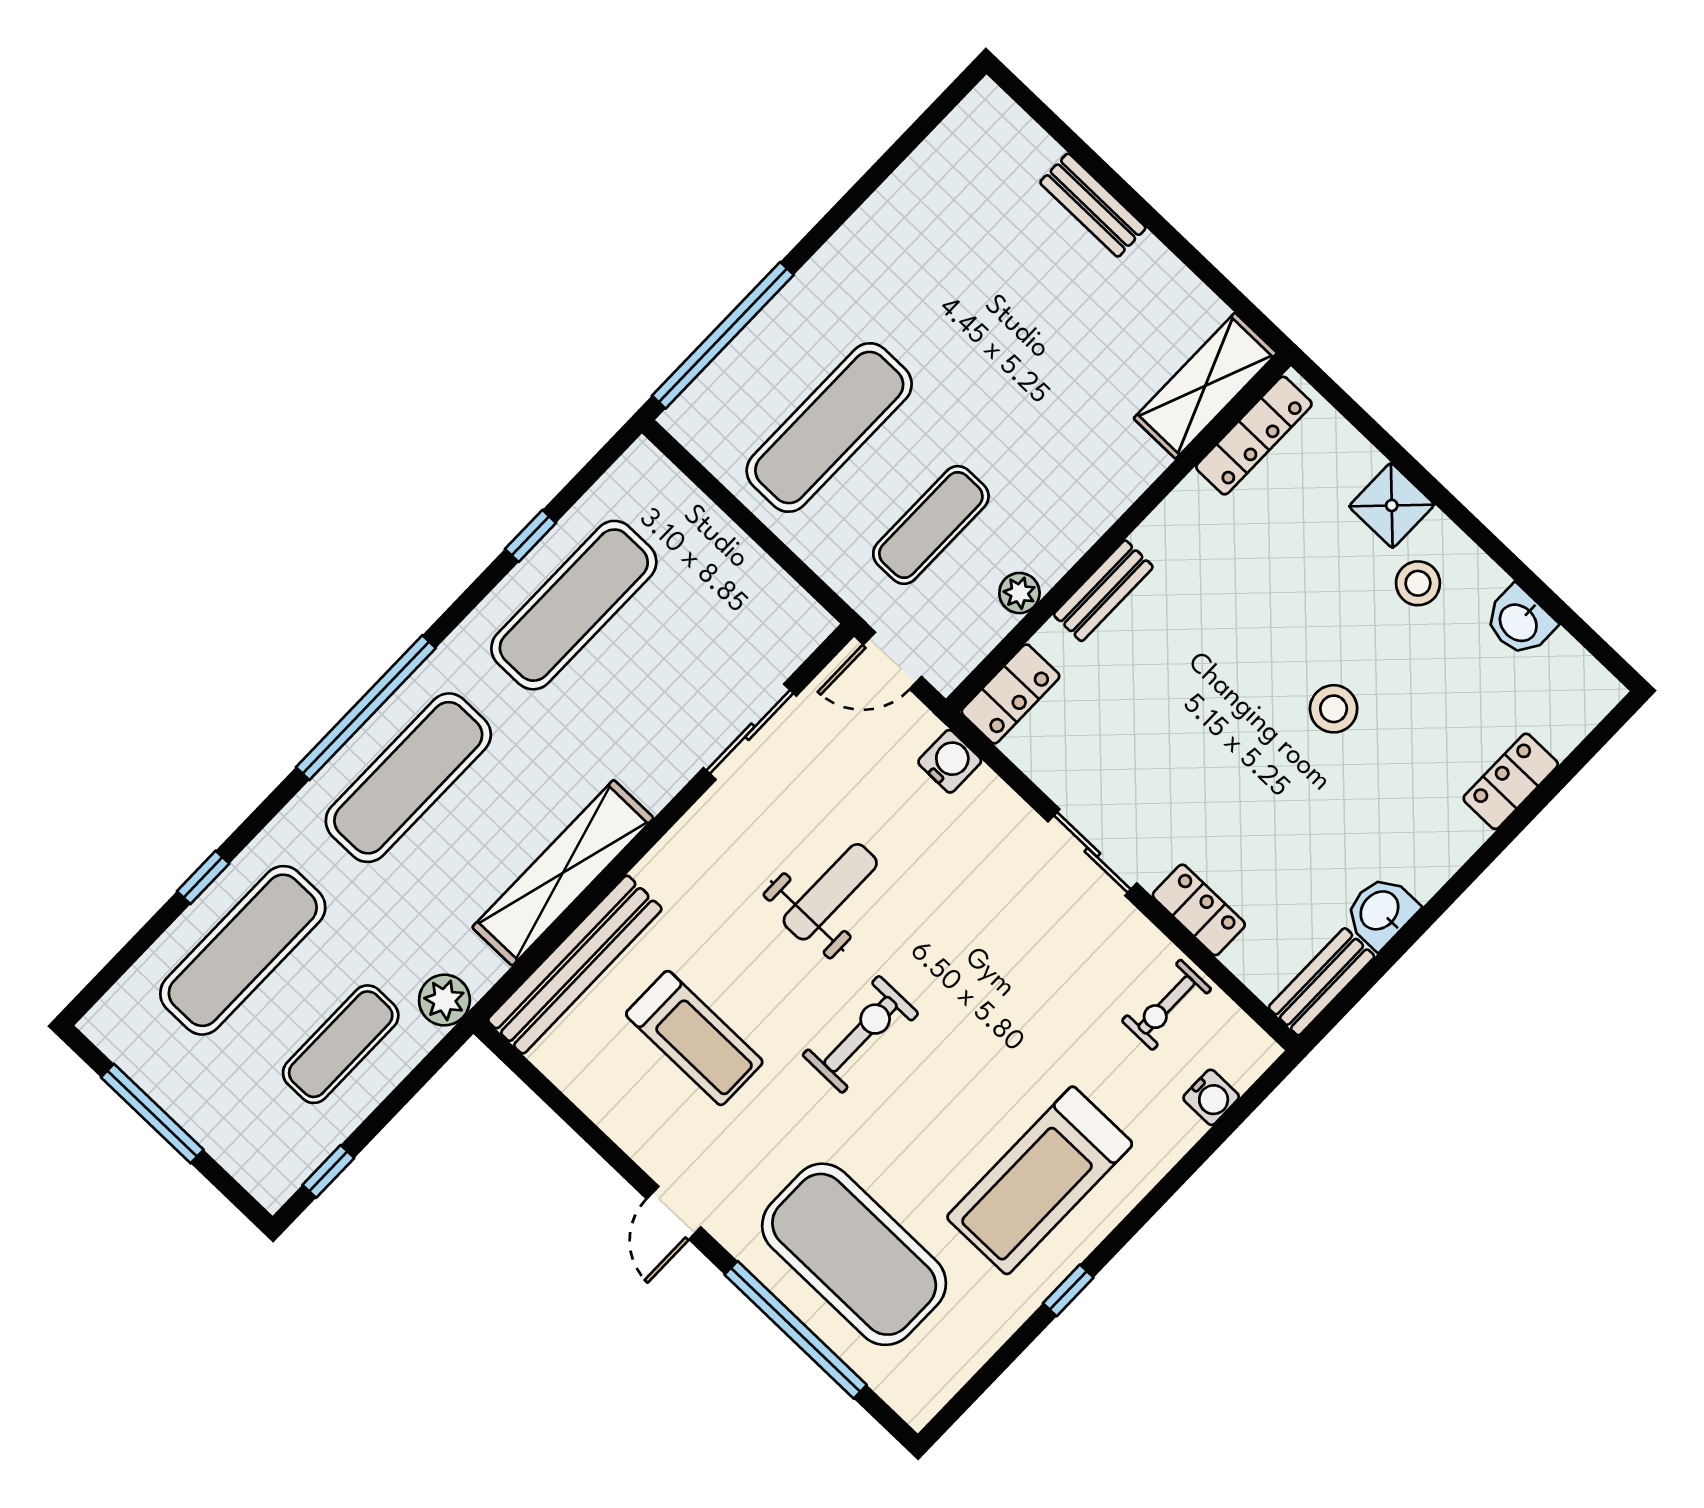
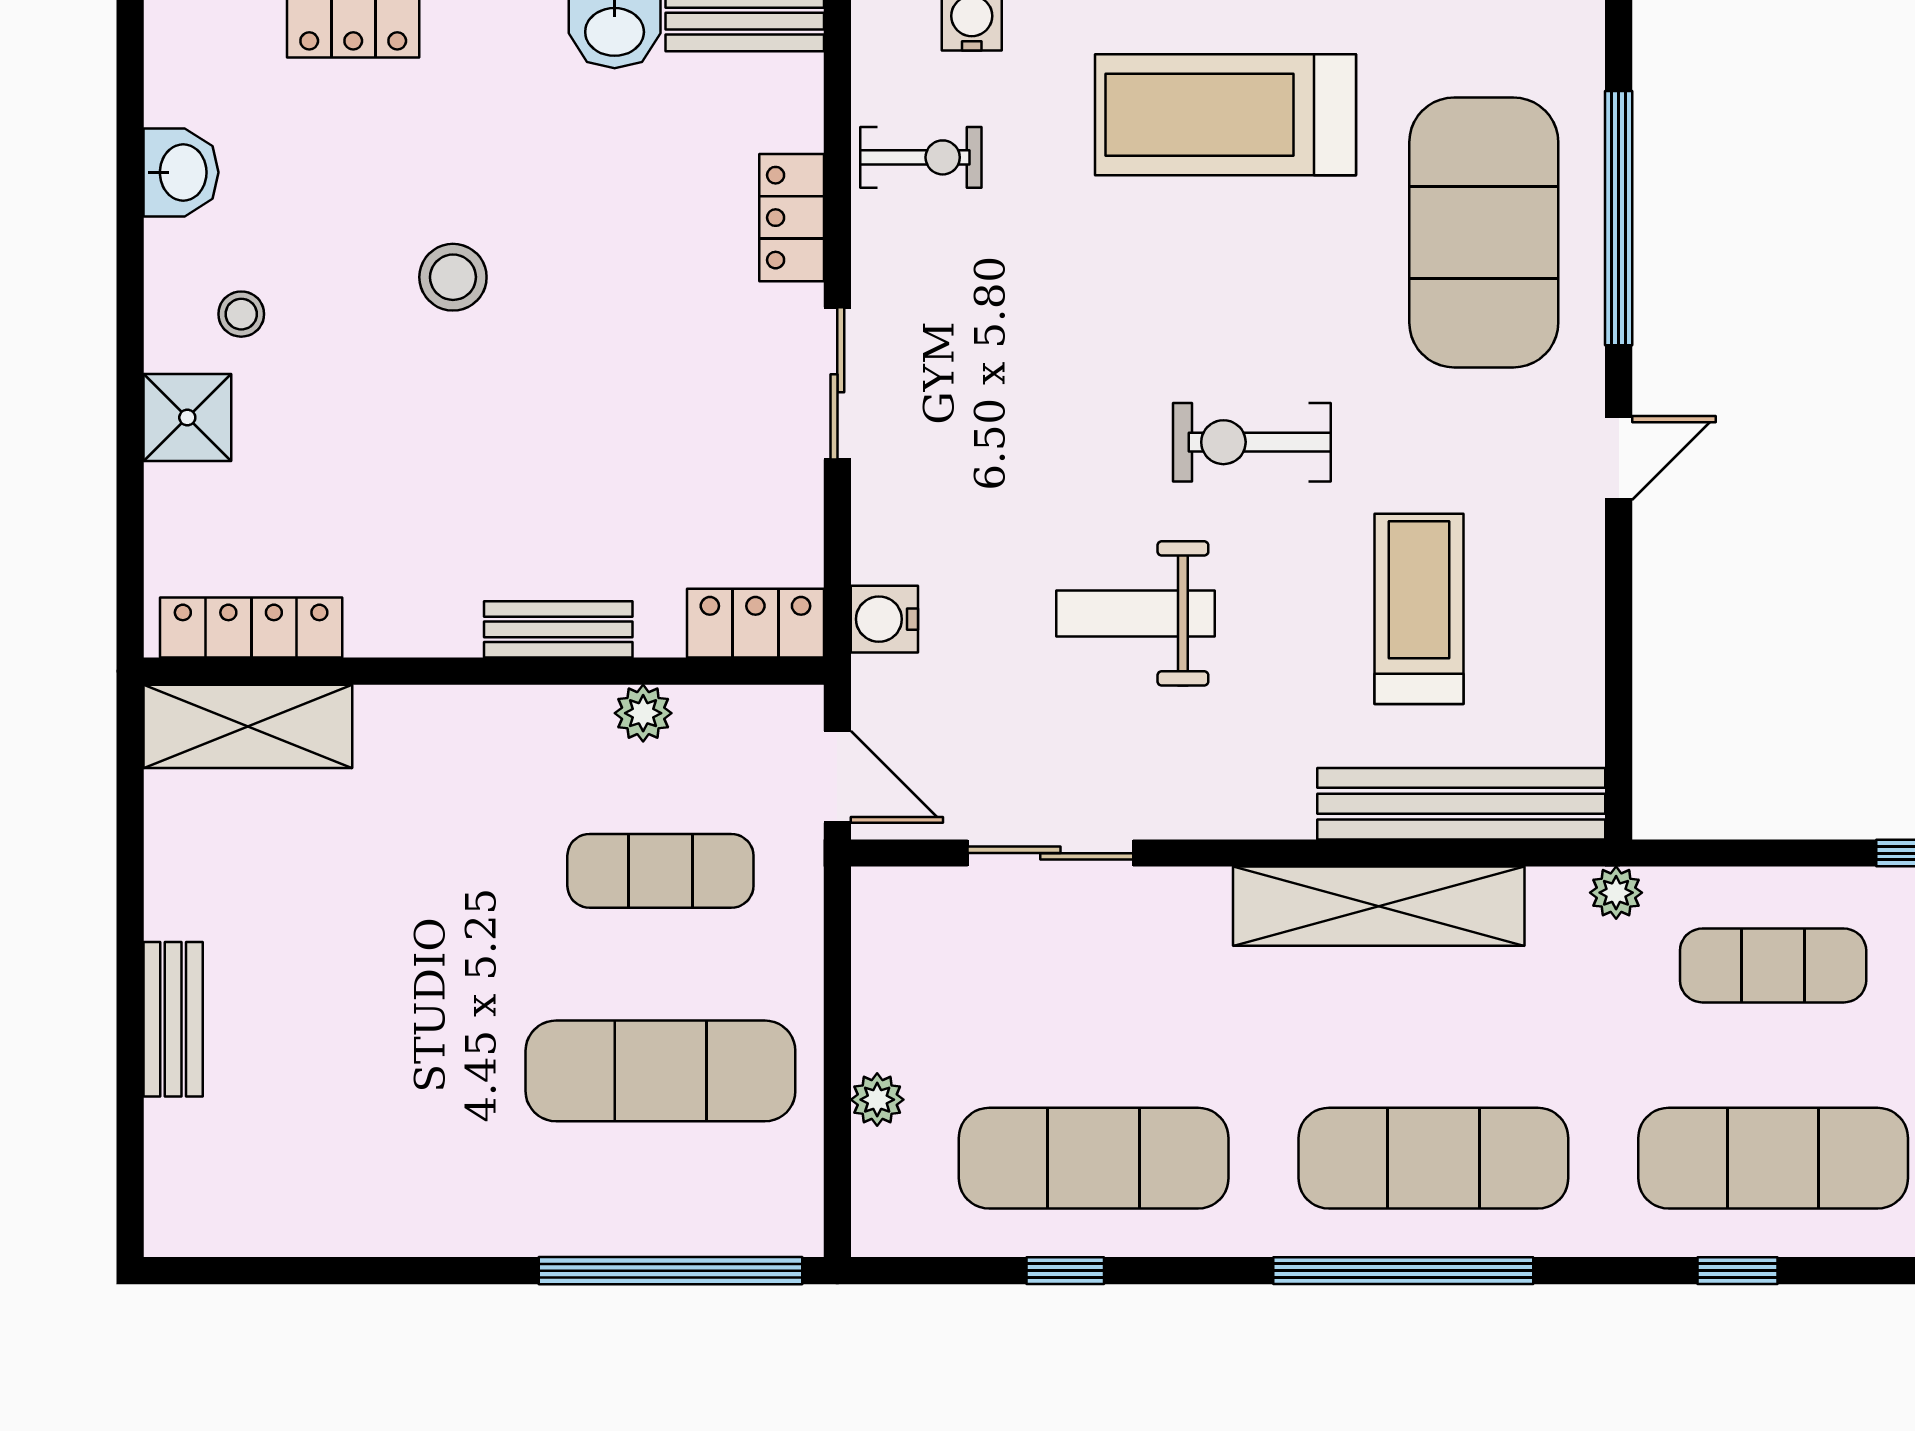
plant: (709, 524) -> (877, 1100), added
stool: (1418, 583) -> (241, 314), width x0.73, depth x0.73
plant: (444, 1000) -> (1616, 893), width x0.73, depth x0.73
treadmill: (1040, 1180) -> (1225, 115), turned 180

